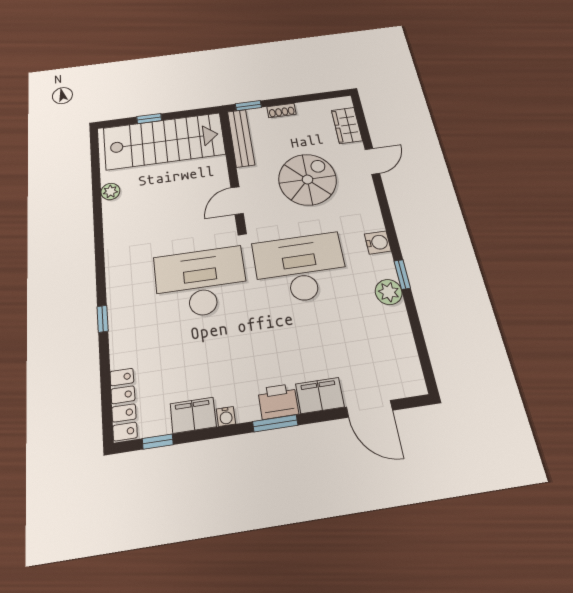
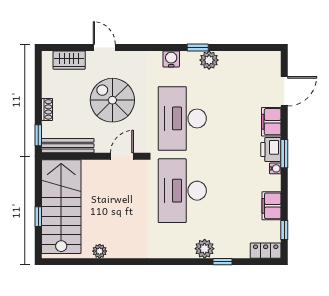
door: (237, 201) -> (122, 156), swing flipped
window: (103, 319) -> (222, 262), moved
plant: (122, 325) -> (205, 249), added
locker: (123, 404) -> (266, 251), width x0.66
water cooler: (226, 416) -> (275, 168), moved

